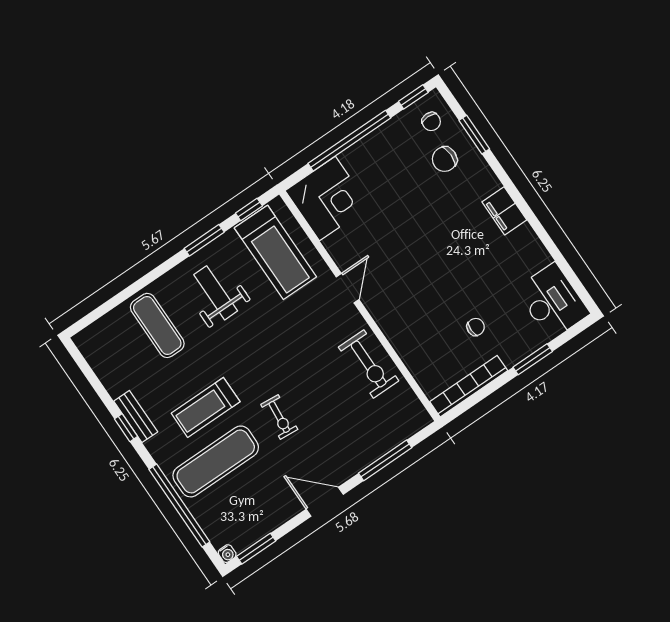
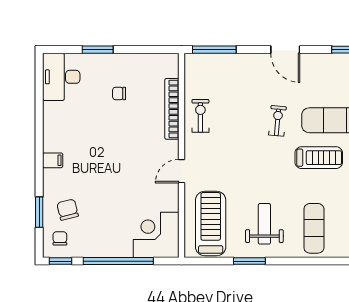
chair: (445, 159) -> (68, 210), turned -104
window: (249, 209) -> (209, 261), removed
filing cabinet: (504, 211) -> (53, 160), width x0.50
weight bench: (216, 293) -> (264, 224), turned 180
exercise bike: (369, 364) -> (200, 116), width x0.73, depth x0.72
bookcase: (469, 386) -> (172, 109), moved, turned 90
window: (385, 460) -> (214, 50), moved

